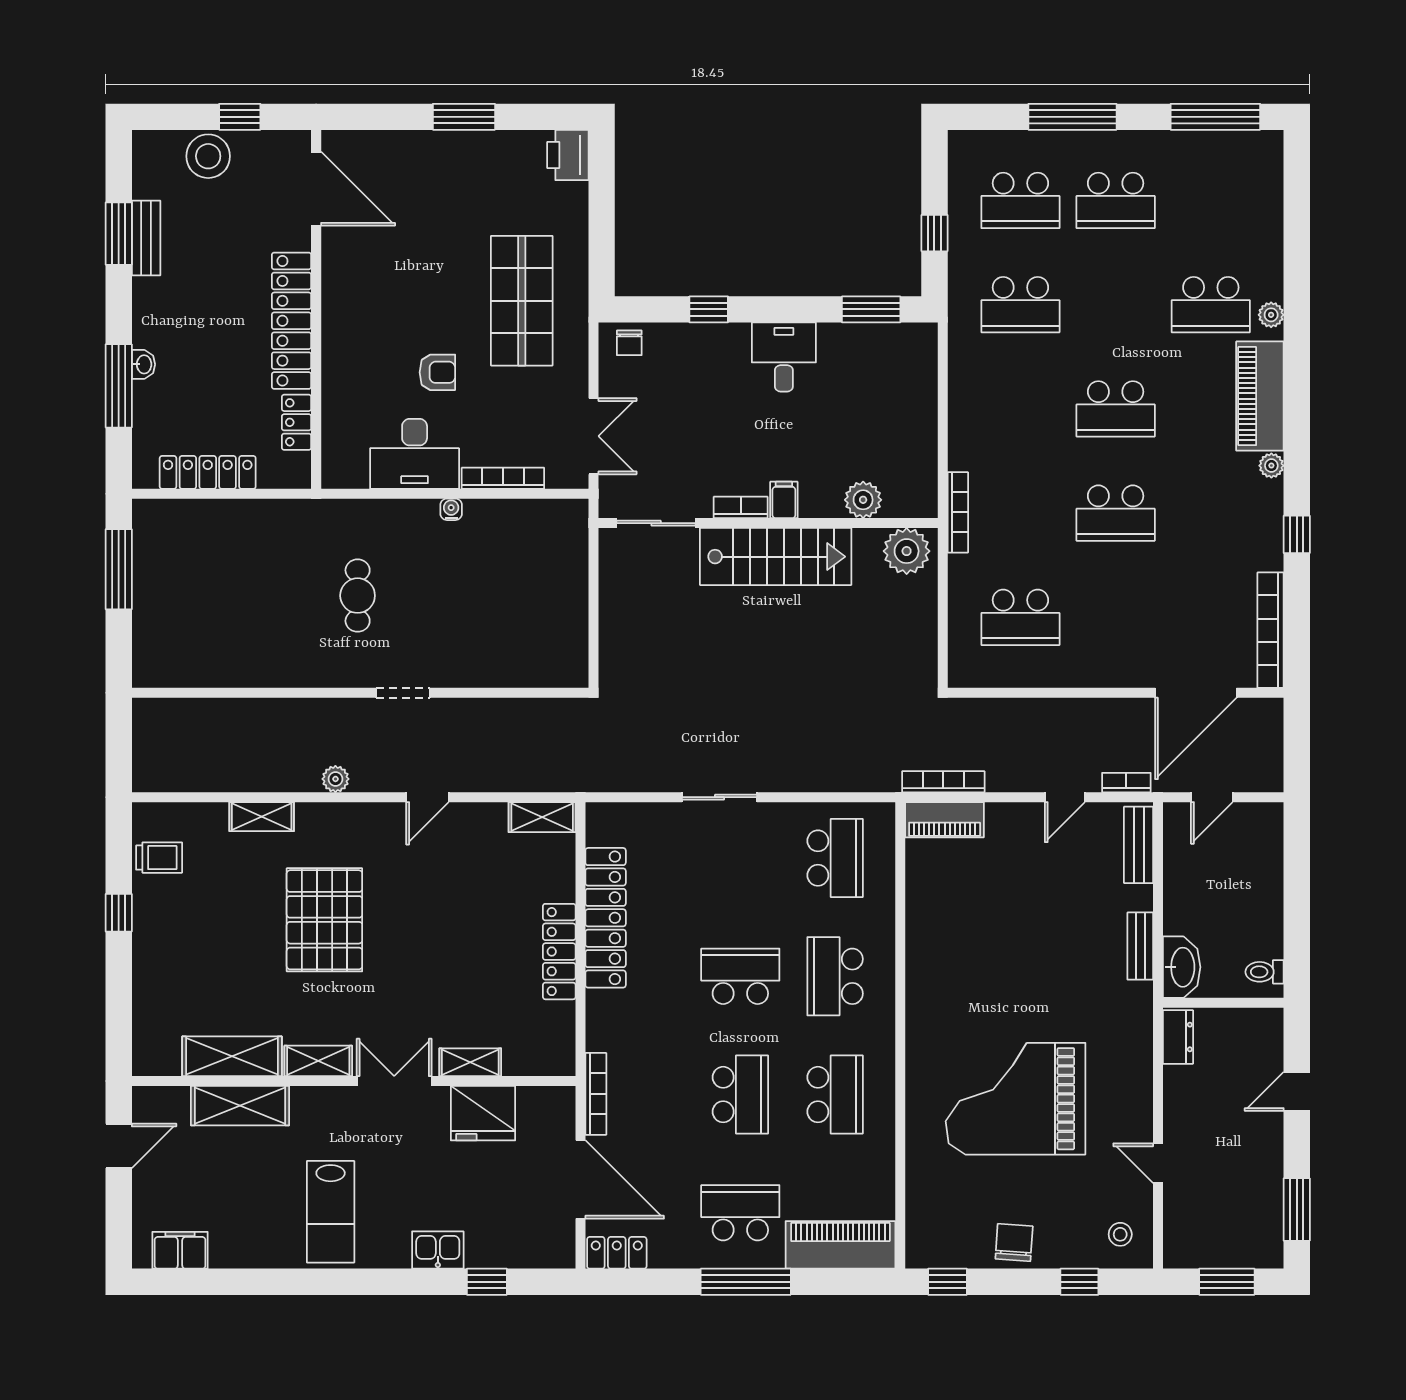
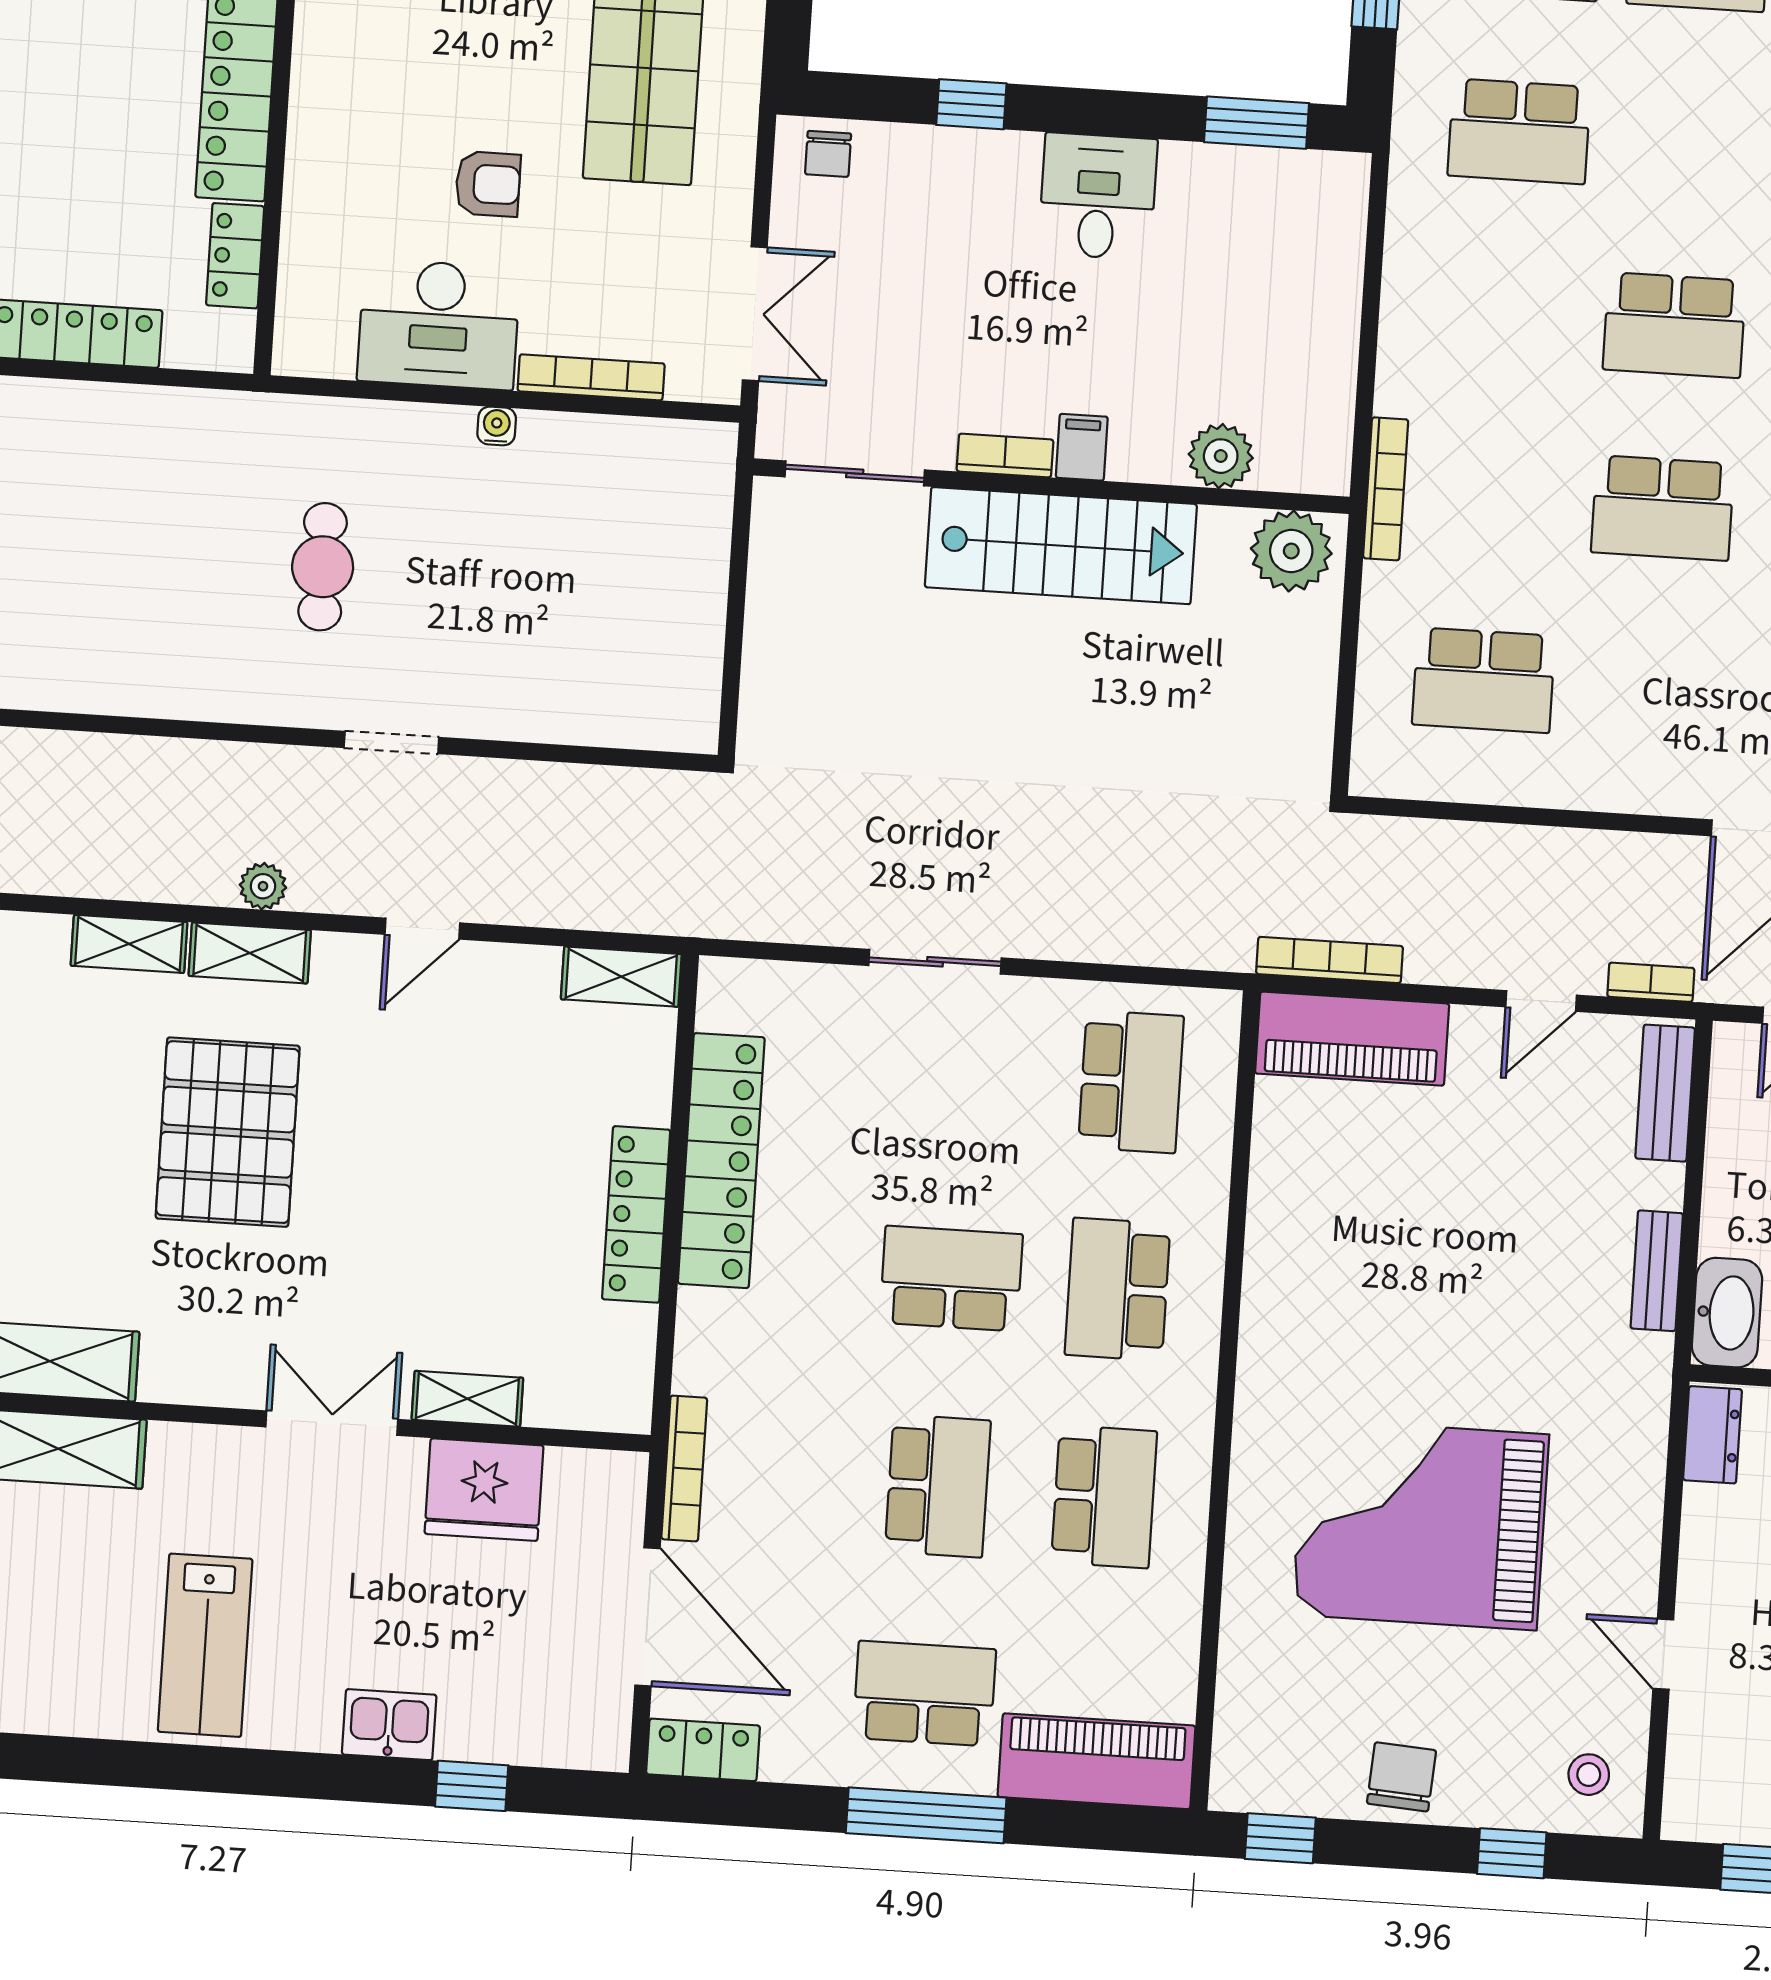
piano: (945, 820) -> (1352, 1039), width x1.37, depth x1.33
shelving: (318, 1061) -> (250, 953), moved

